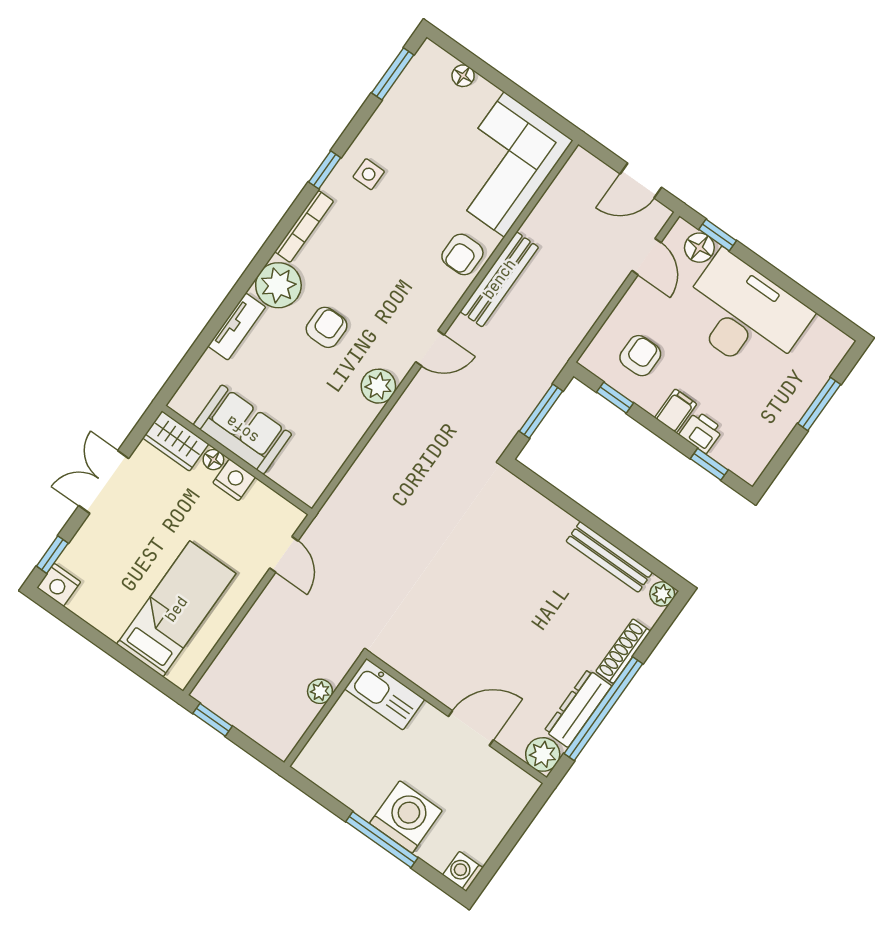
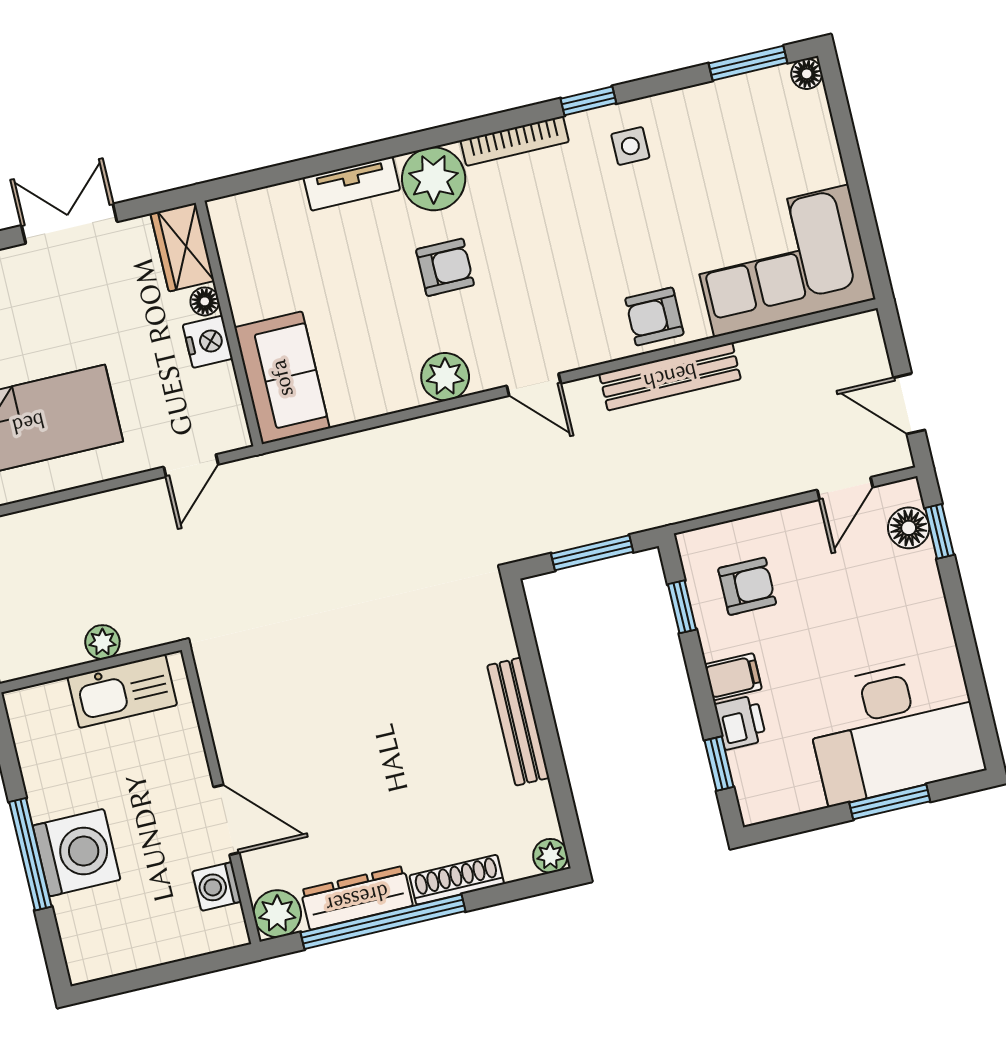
floor lamp: (463, 76) -> (807, 74), moved
desk: (744, 315) -> (894, 730), moved, turned 90
sofa: (242, 430) -> (282, 378), moved
bench: (609, 557) -> (518, 722), moved
kitchen sink: (385, 694) -> (122, 691), moved, turned -90
washing machine: (463, 871) -> (217, 886), moved, turned -90

